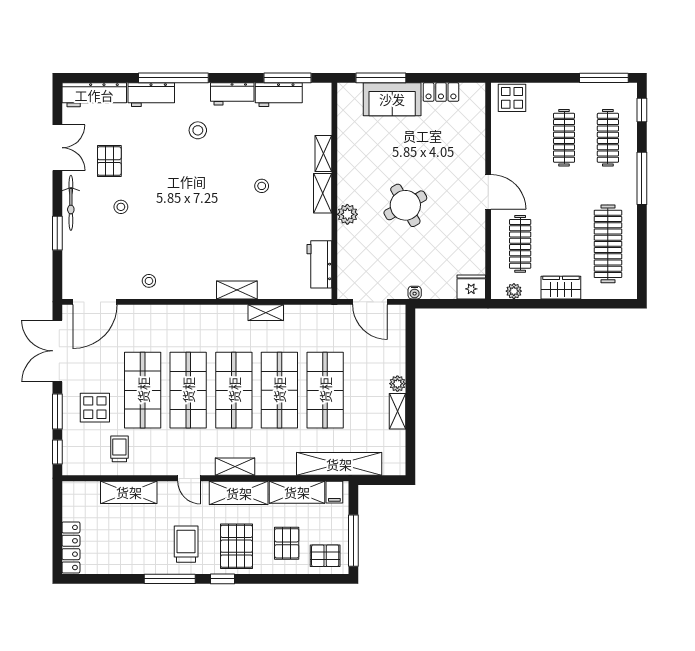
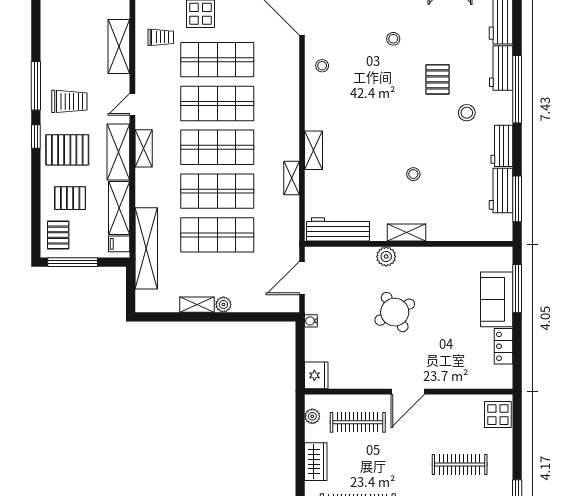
shelving: (323, 154) -> (444, 233), removed
pallet: (109, 161) -> (437, 79), moved, turned 90
workbench: (319, 264) -> (338, 229), width x1.38

